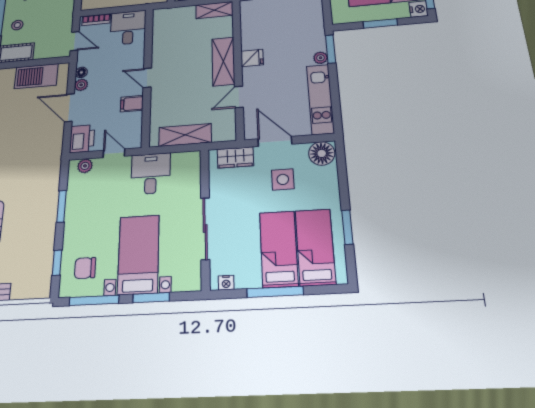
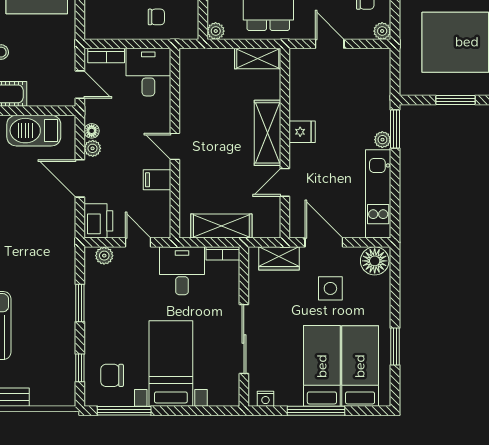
bookcase: (186, 157) -> (223, 253), added
window: (151, 298) -> (186, 411), removed

